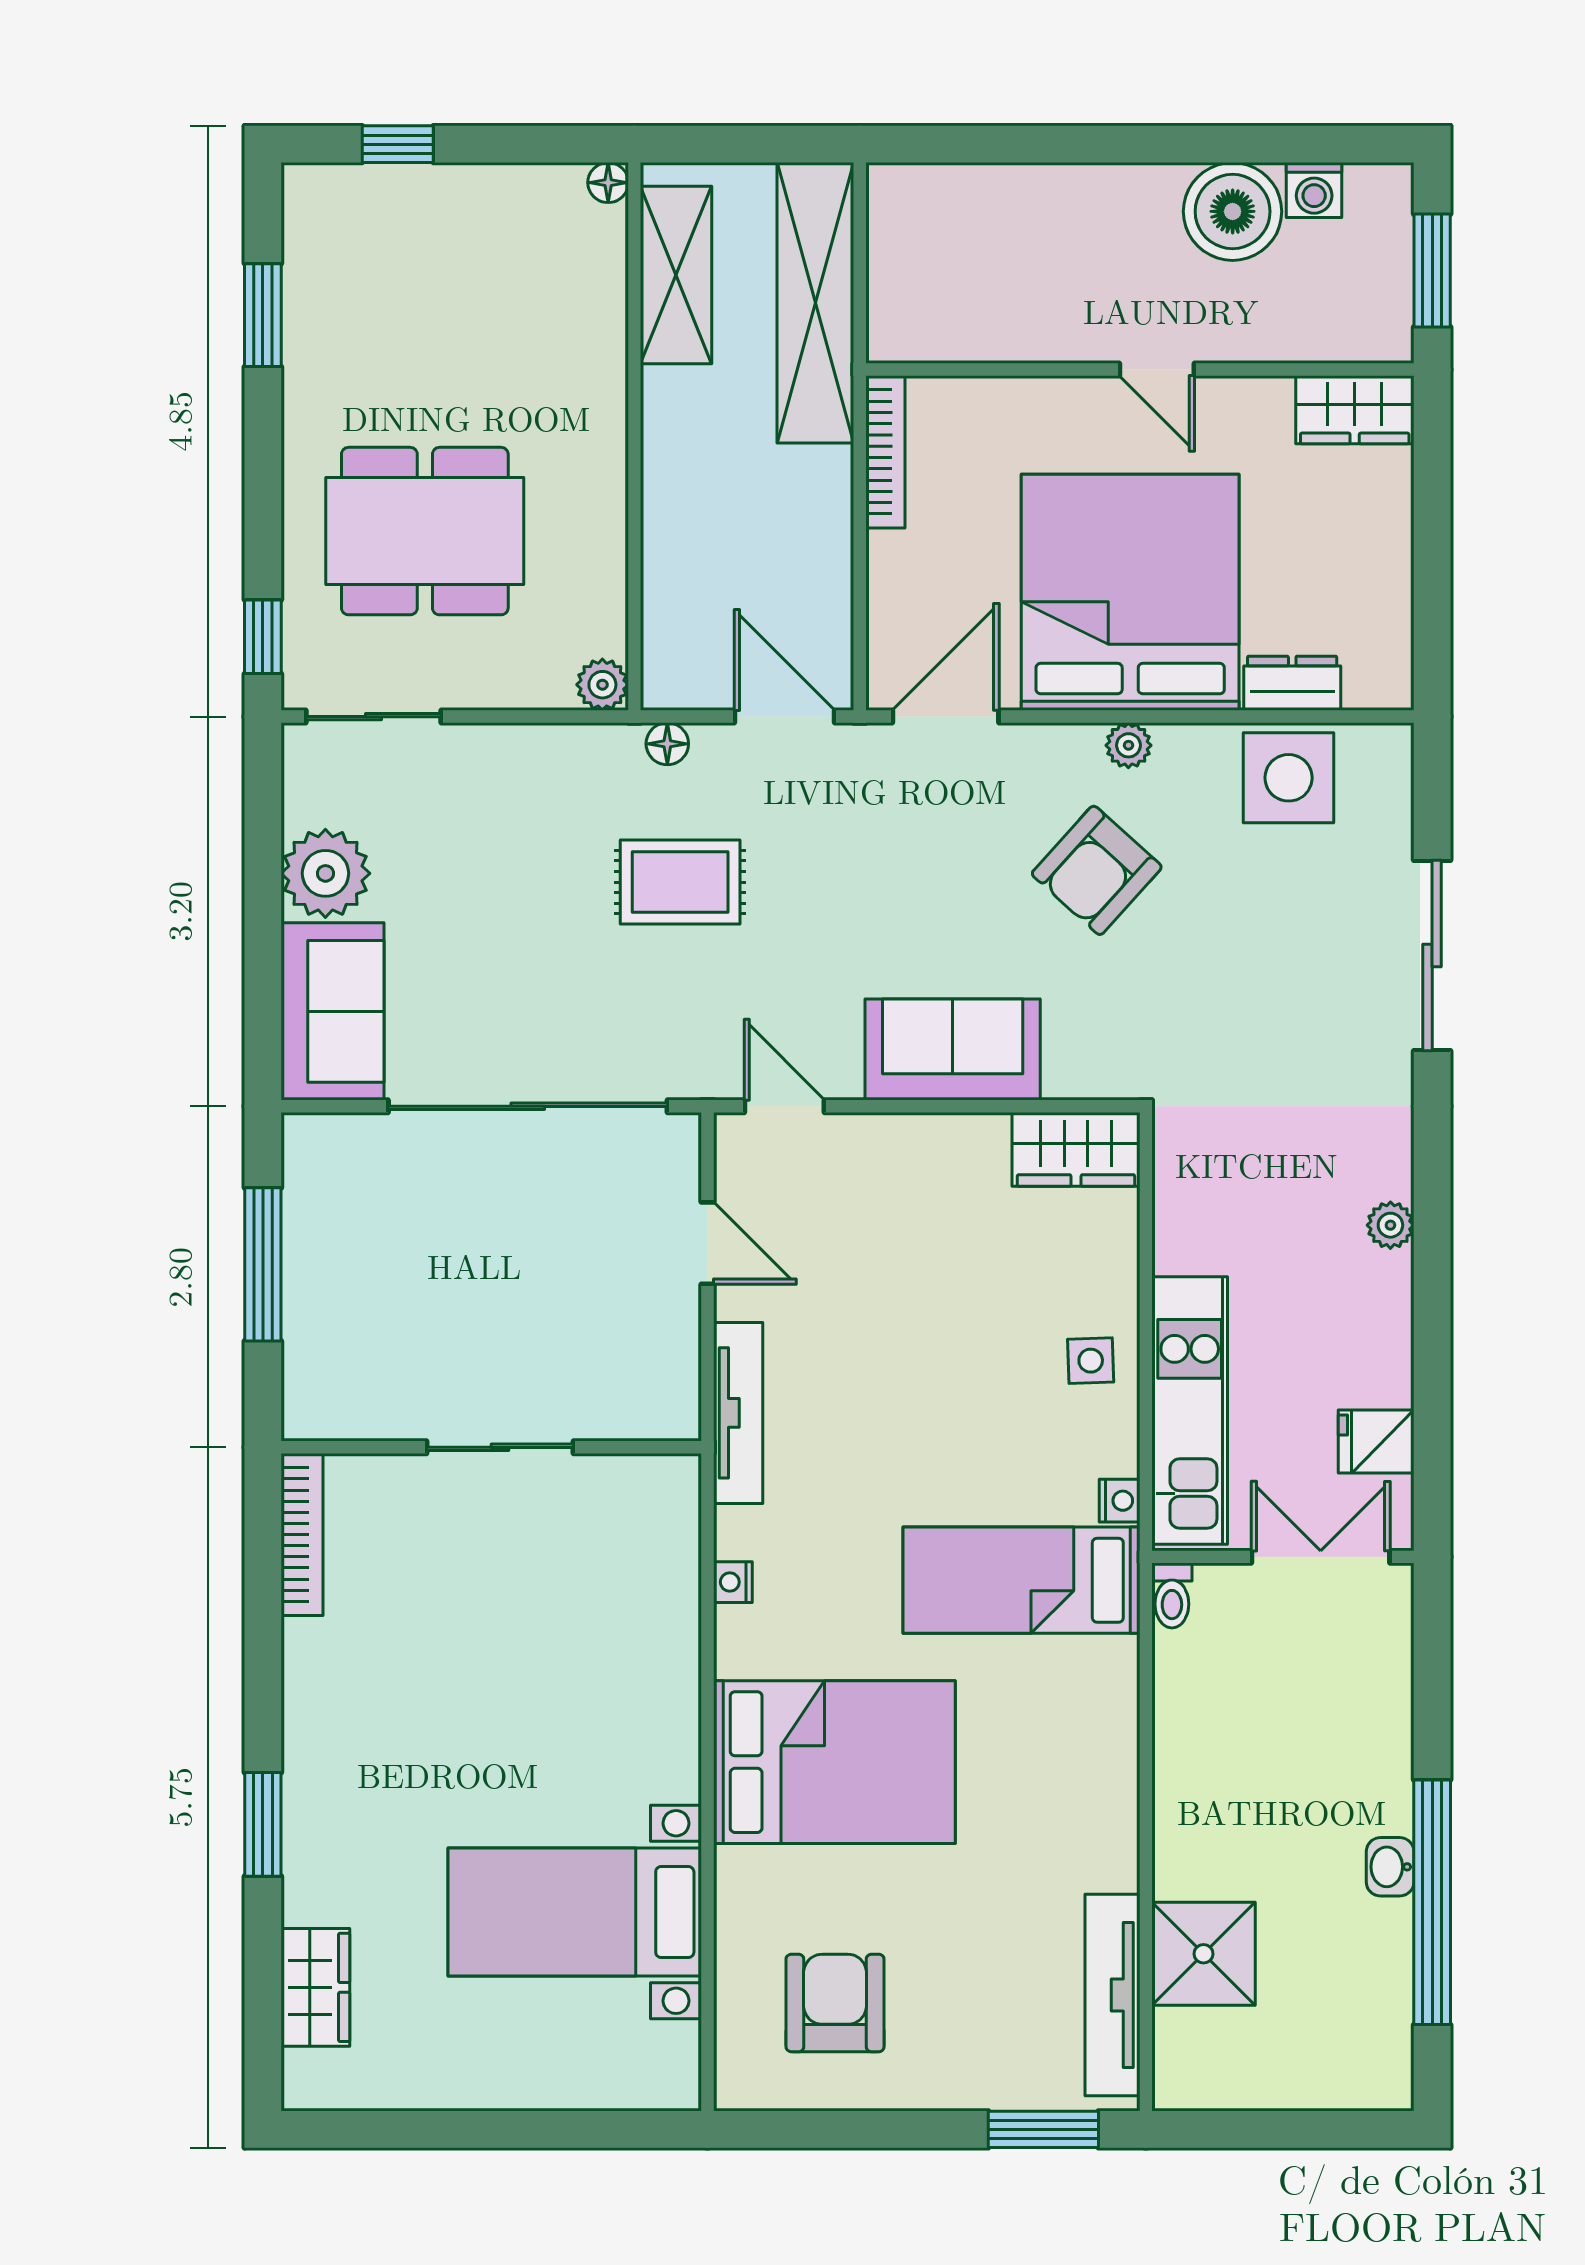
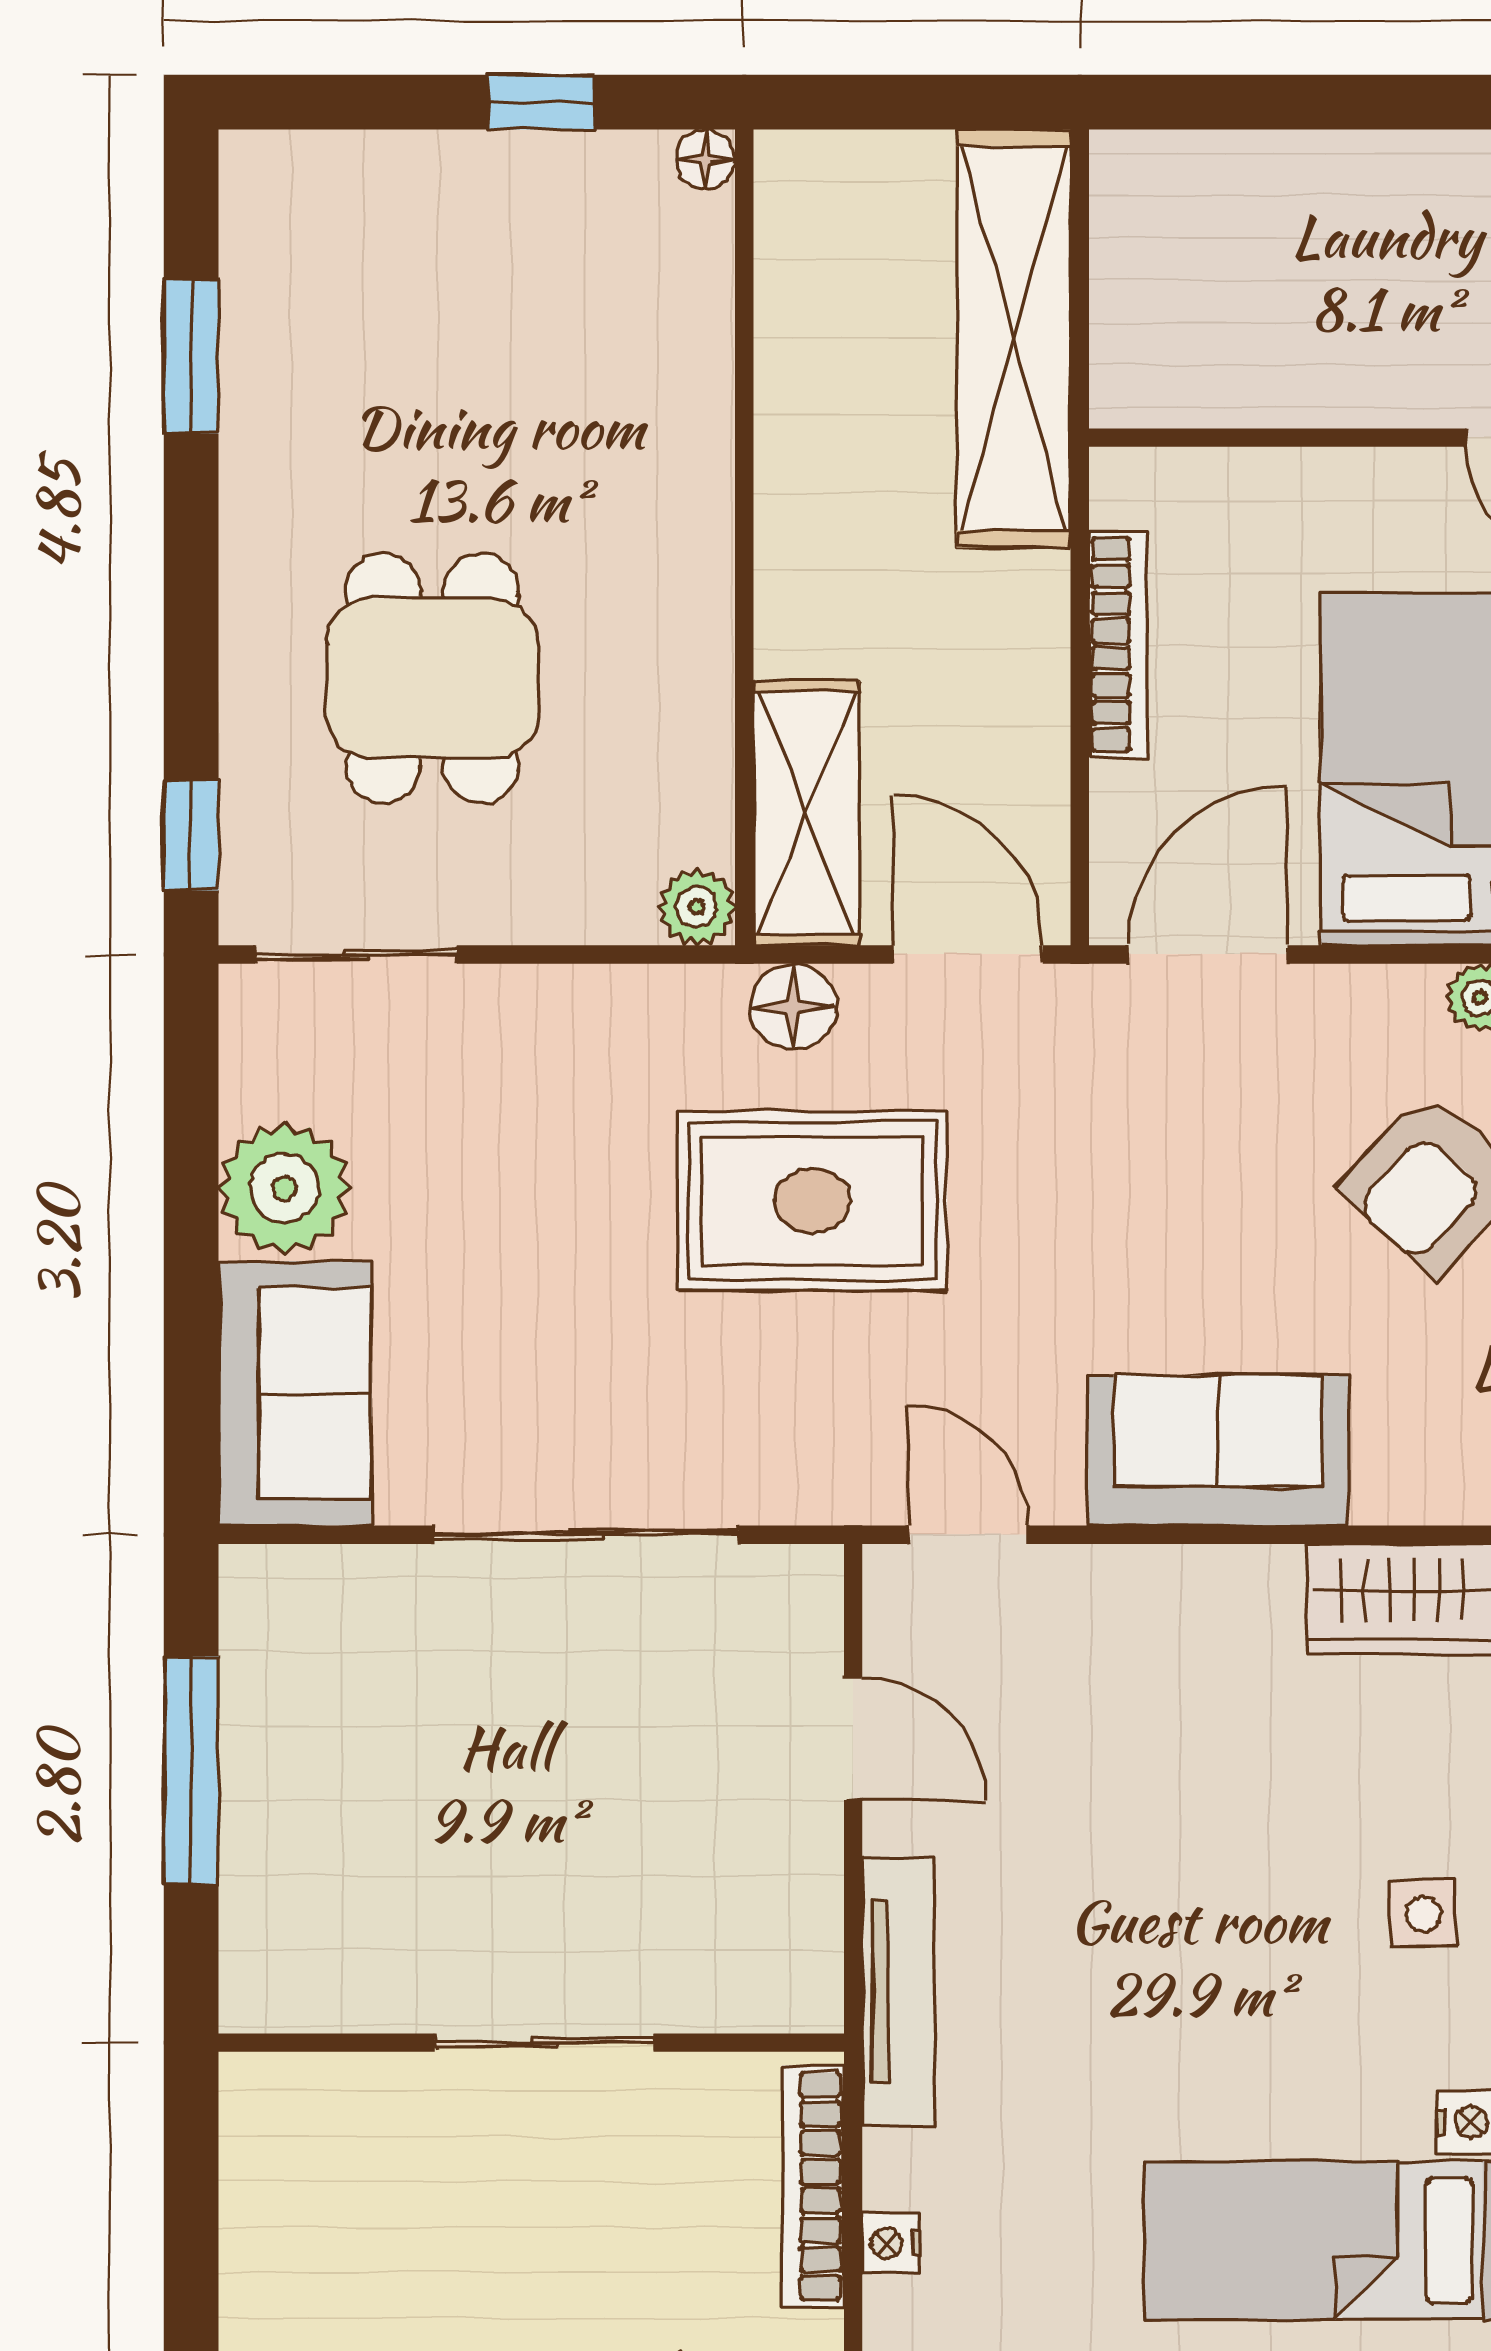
window: (398, 144) -> (541, 102), moved
shelving: (676, 275) -> (806, 813), moved
bookcase: (885, 452) -> (1118, 644), moved
dining table: (425, 531) -> (432, 678), width x0.73
floor lamp: (667, 744) -> (793, 1007), width x1.37, depth x1.37
rug: (680, 882) -> (812, 1201), width x1.36, depth x1.43
sliding door: (528, 1106) -> (586, 1535), width x0.73
bookcase: (302, 1535) -> (813, 2186), moved, turned 180

